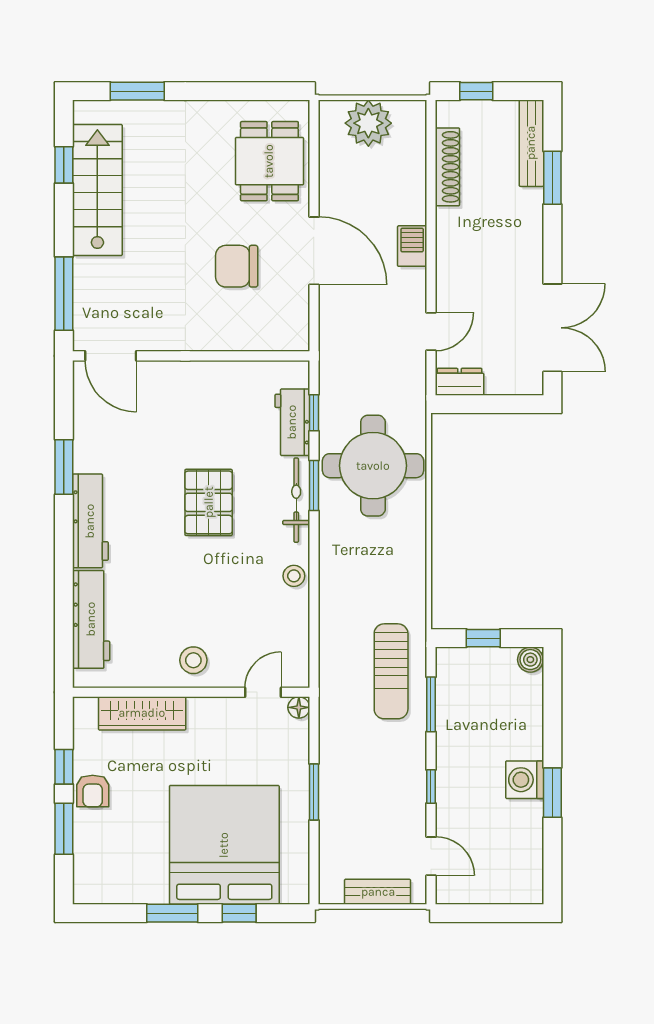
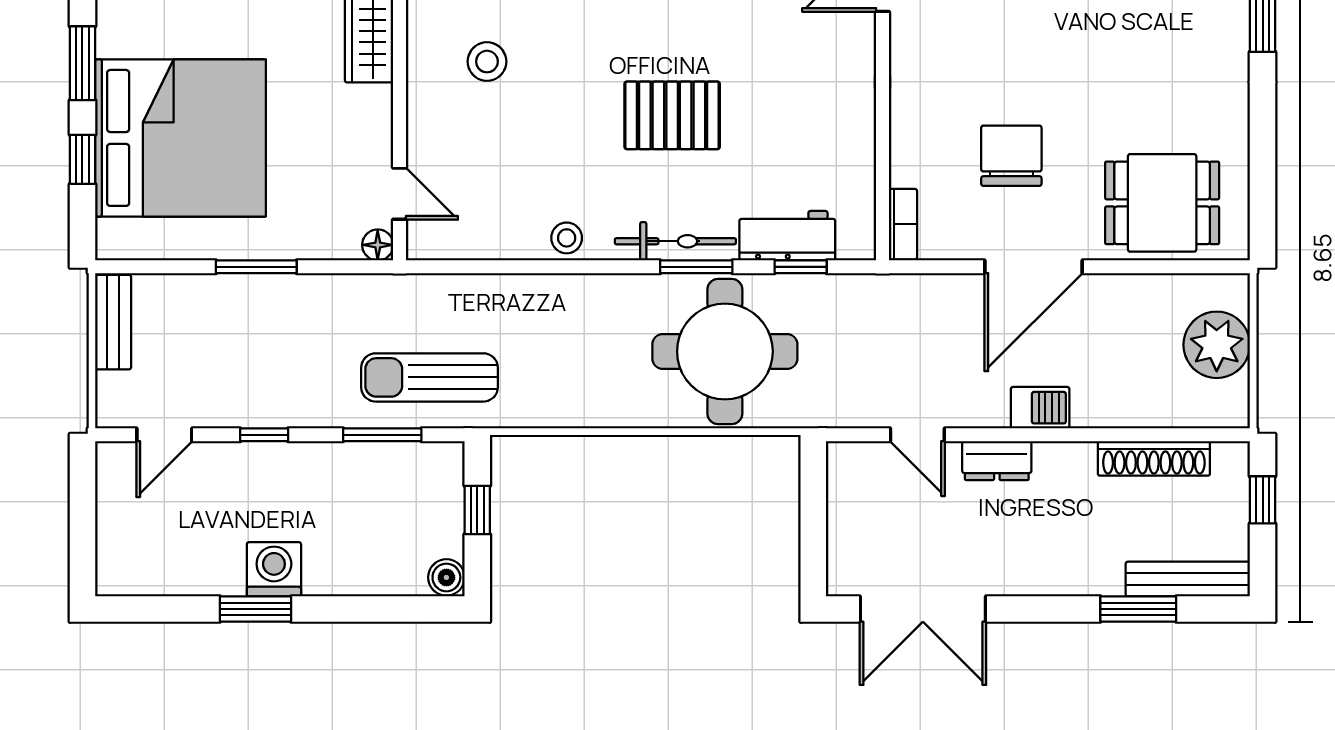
bookcase: (284, 342) -> (903, 224), added
dresser: (459, 382) -> (997, 461), moved, turned 90
stool: (193, 660) -> (487, 62), moved
bench: (378, 892) -> (113, 322), moved

